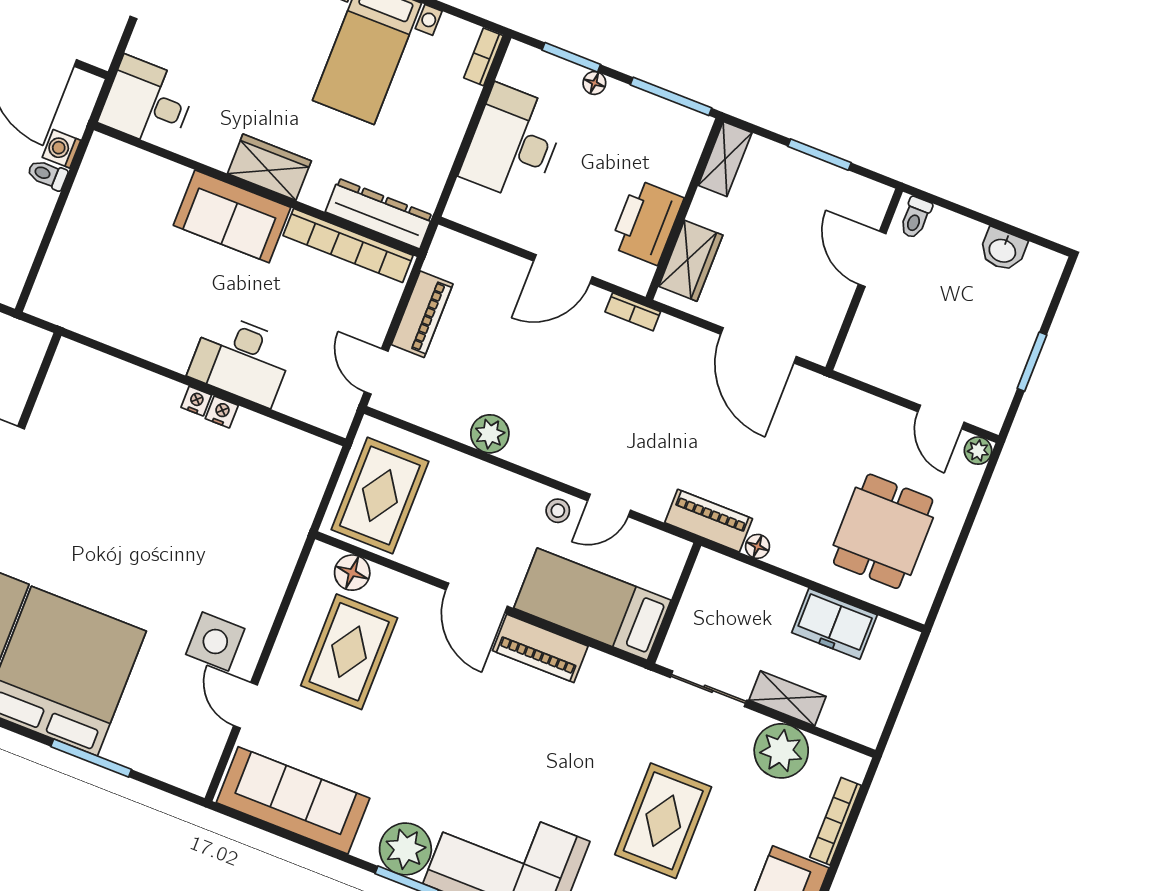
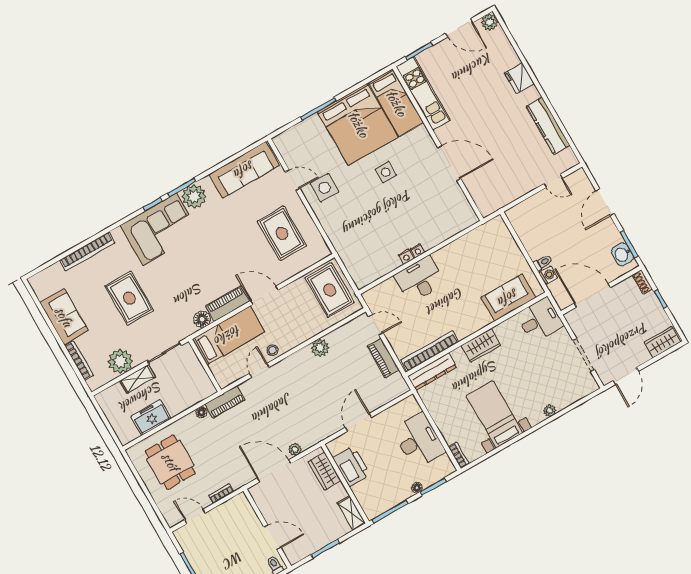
sofa: (232, 216) -> (508, 298), moved
bookcase: (633, 312) -> (221, 494), moved
plant: (978, 451) -> (295, 449), moved
side table: (107, 560) -> (386, 172), added
floor lamp: (352, 573) -> (202, 319), moved

